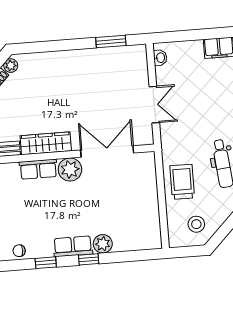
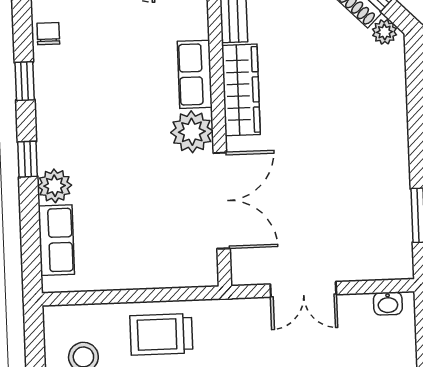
trolley: (182, 182) -> (161, 334), turned 180
row of seats: (73, 246) -> (56, 240), moved

